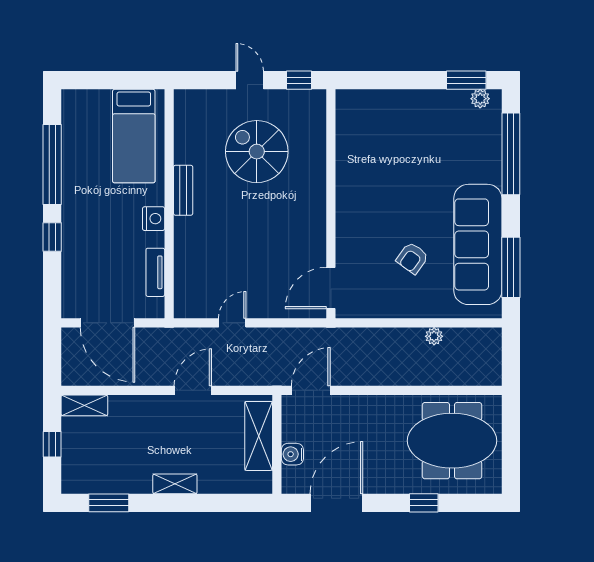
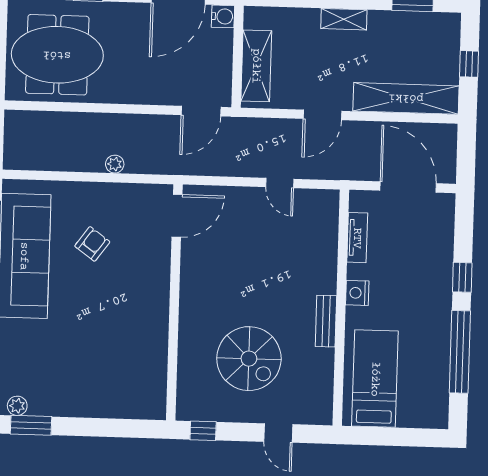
door: (250, 80) -> (278, 433), moved
door: (232, 323) -> (280, 183), hinge flipped
plant: (434, 336) -> (115, 164), moved
shelving: (84, 405) -> (406, 98), width x2.20, depth x1.33
water cooler: (292, 454) -> (223, 16), moved

